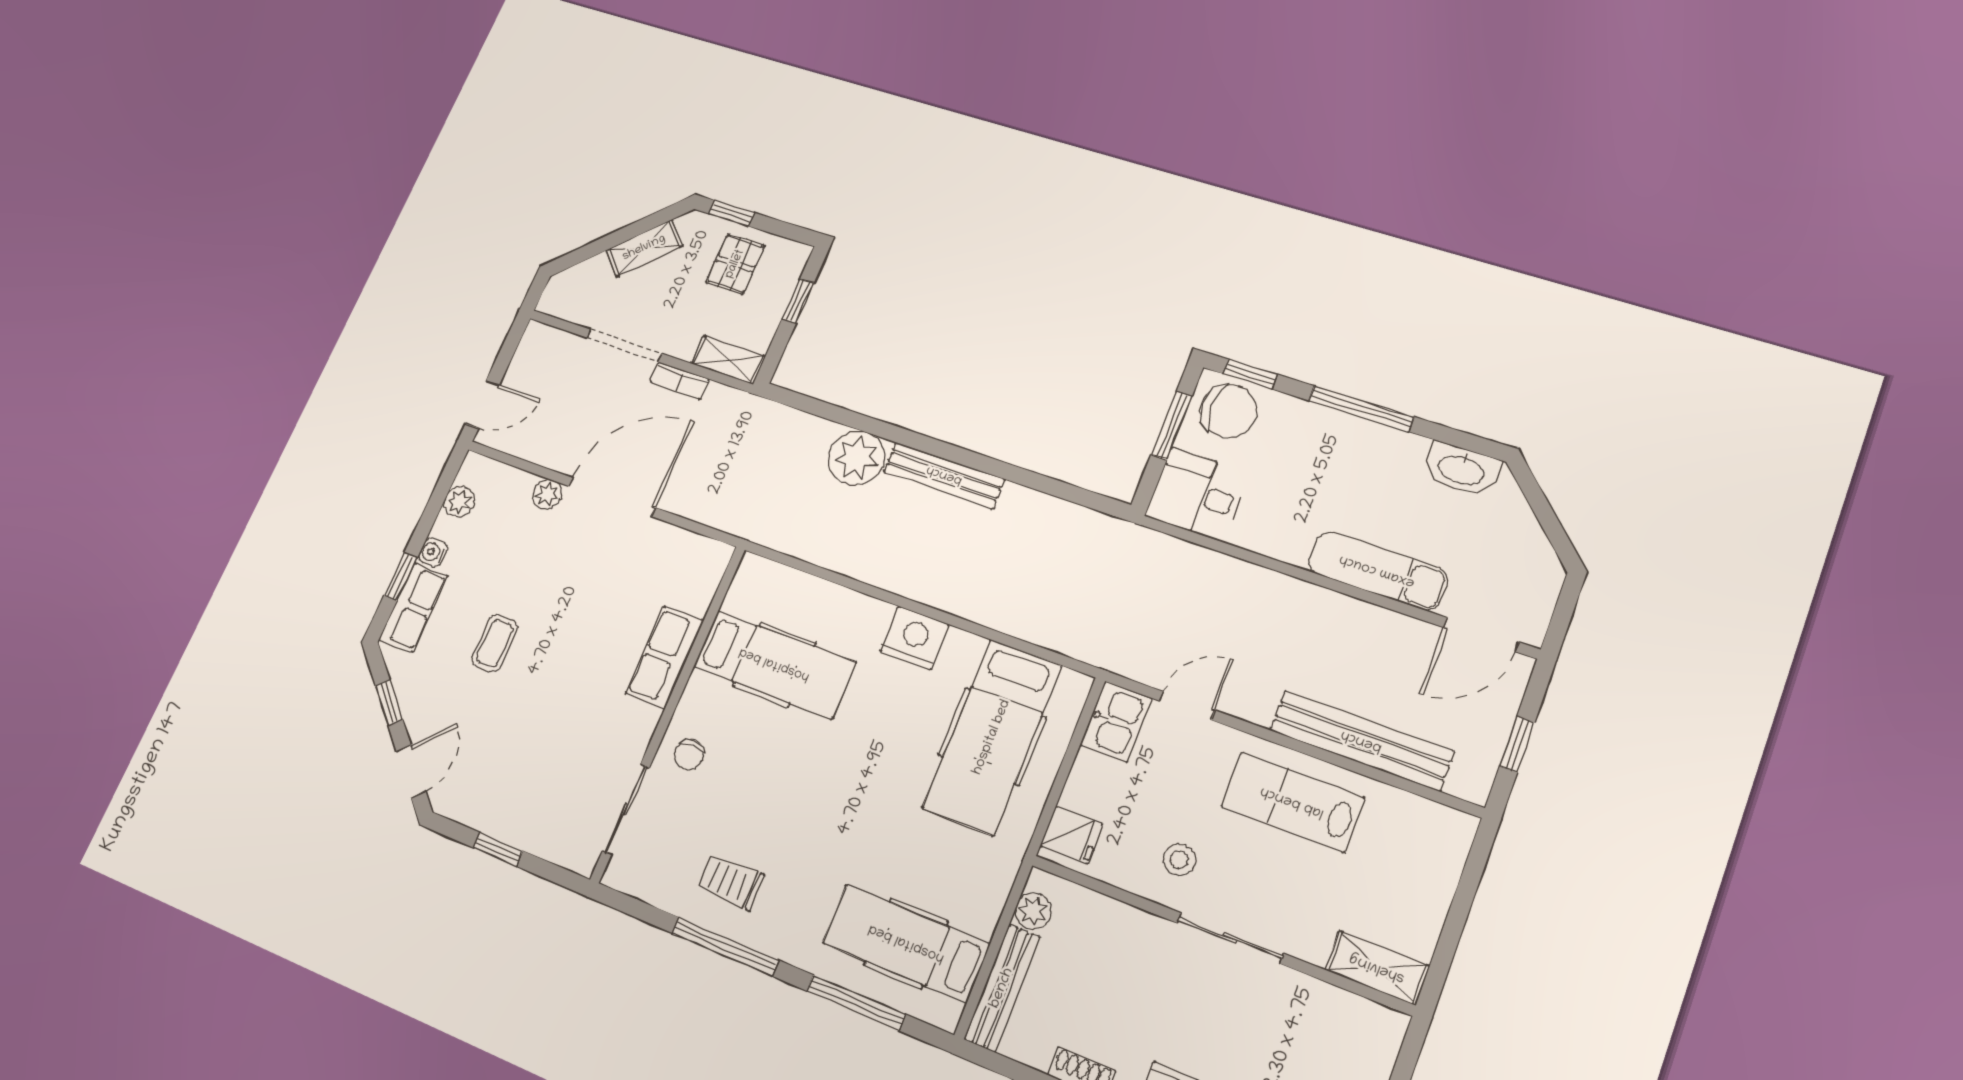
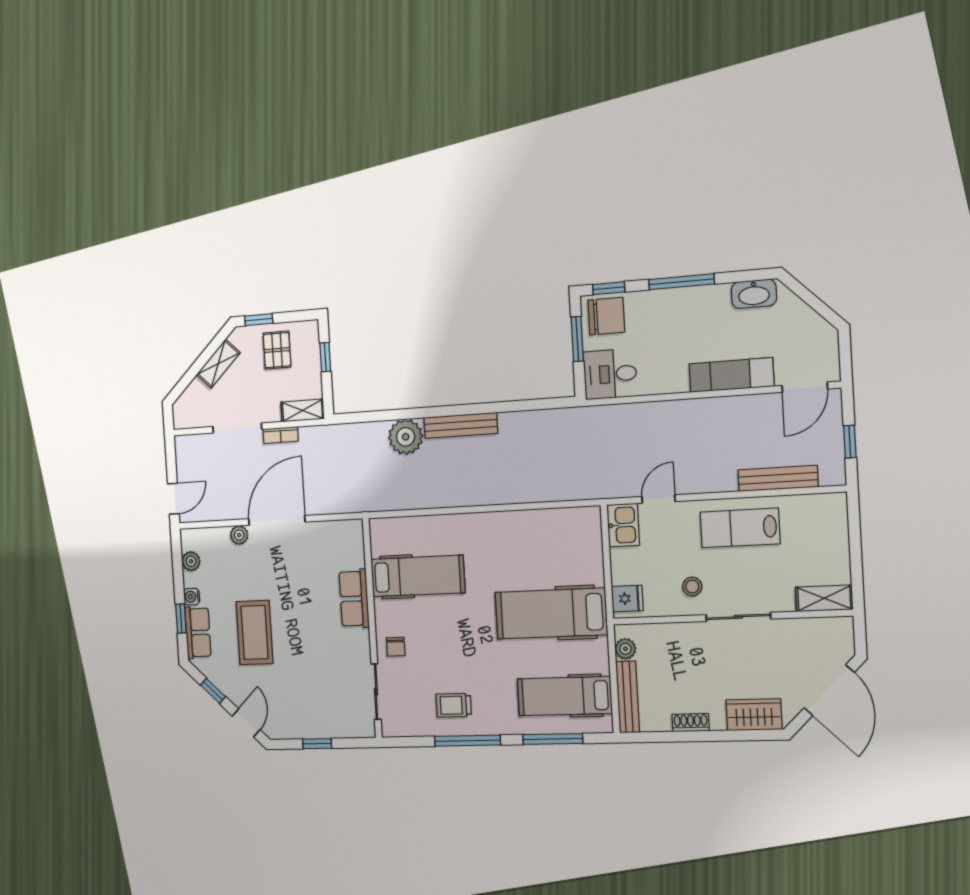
nightstand: (914, 638) -> (489, 527), removed
coffee table: (495, 643) -> (255, 632), width x1.86, depth x1.72
hospital bed: (992, 737) -> (551, 613), moved, turned 90
bench: (1361, 741) -> (778, 478), width x0.73, depth x0.82

